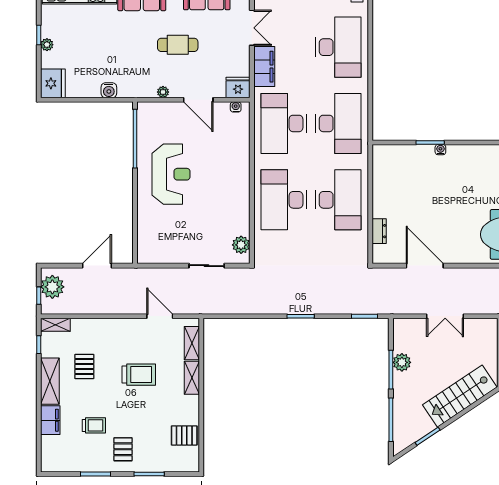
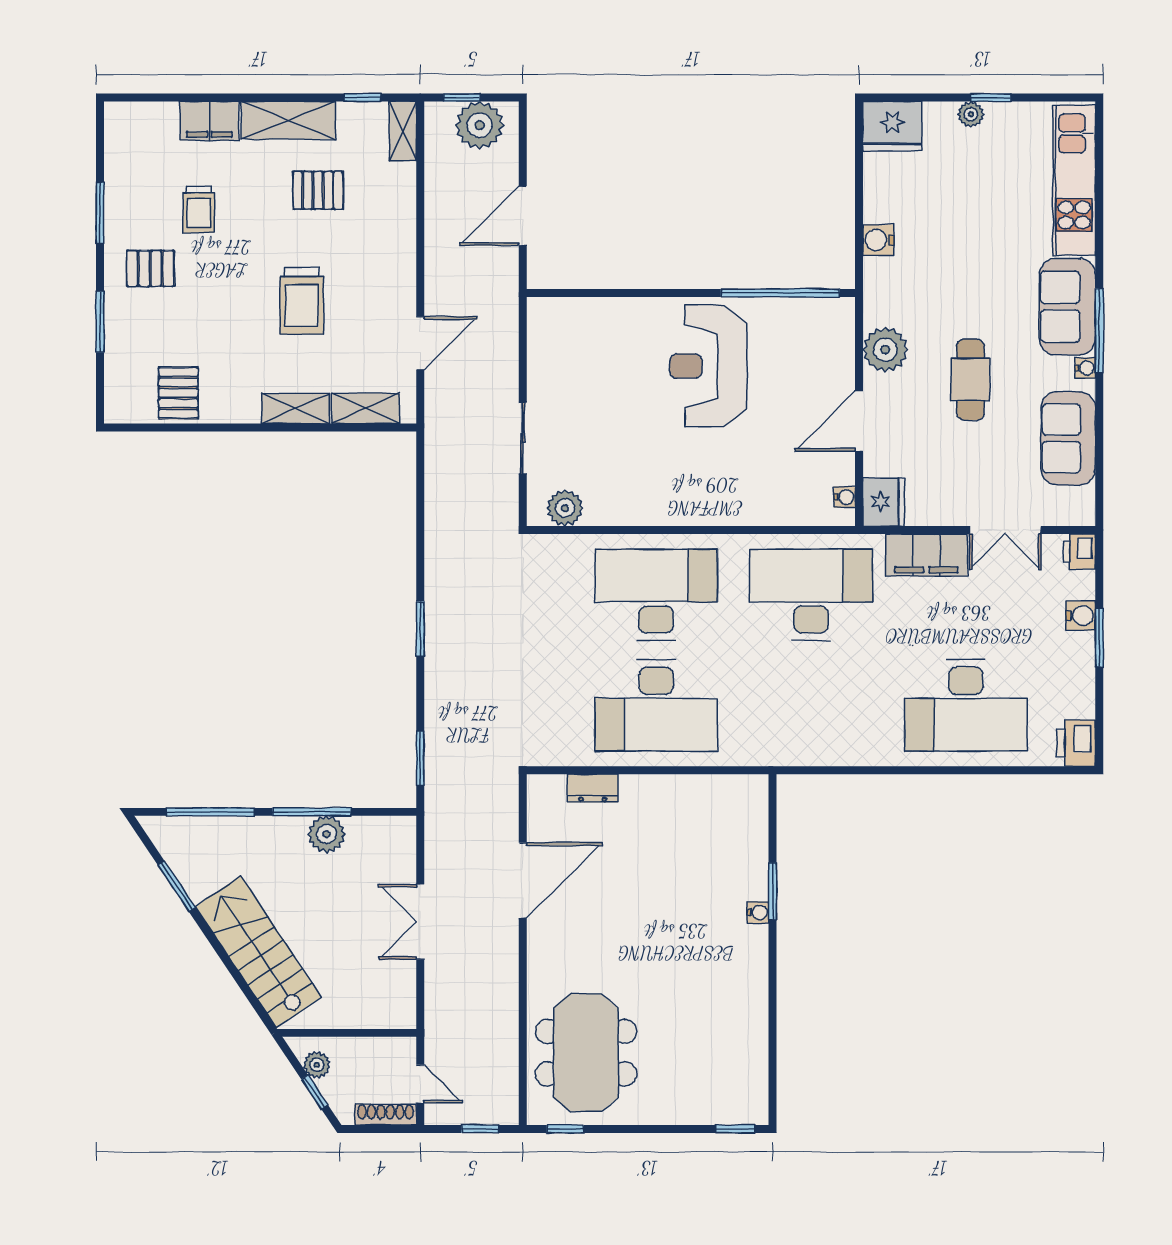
plant: (163, 92) -> (885, 350), width x1.88, depth x1.88
desk: (338, 123) -> (811, 705), removed
reception desk: (171, 174) -> (708, 366), turned 90
door: (97, 266) -> (523, 216), swing flipped

